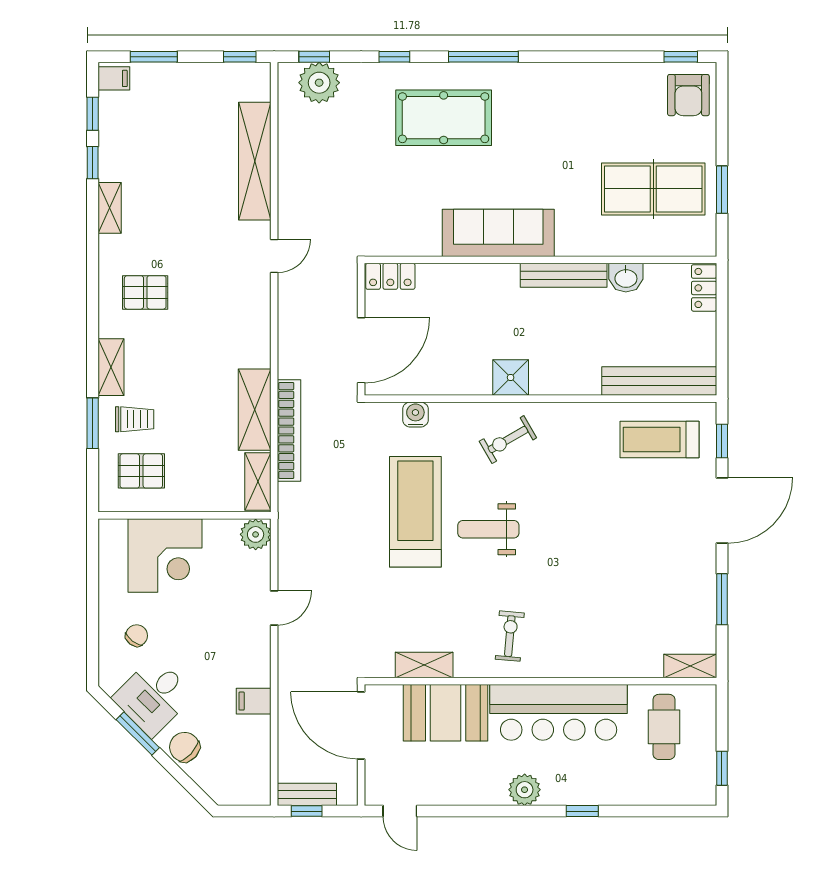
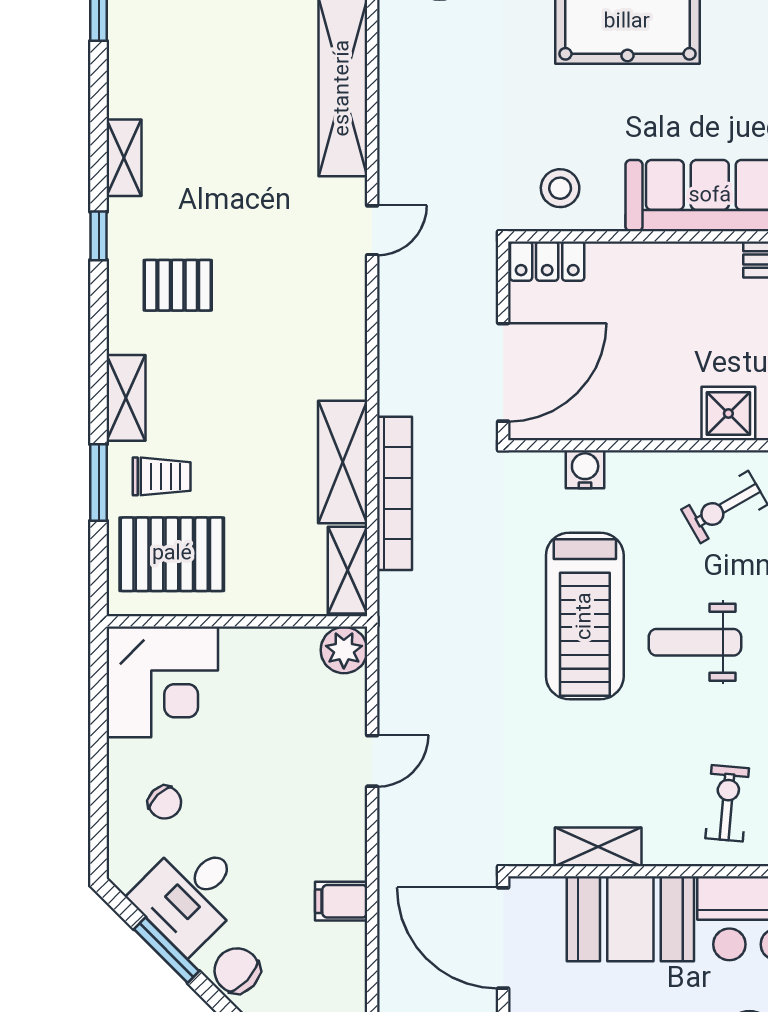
window: (93, 163) -> (99, 236), moved
stool: (399, 228) -> (560, 188), added
pallet: (141, 471) -> (172, 554), width x1.50, depth x1.42
treadmill: (415, 512) -> (585, 616), turned 180
corner desk: (165, 556) -> (162, 682), moved
chair: (137, 636) -> (165, 802), turned 99

